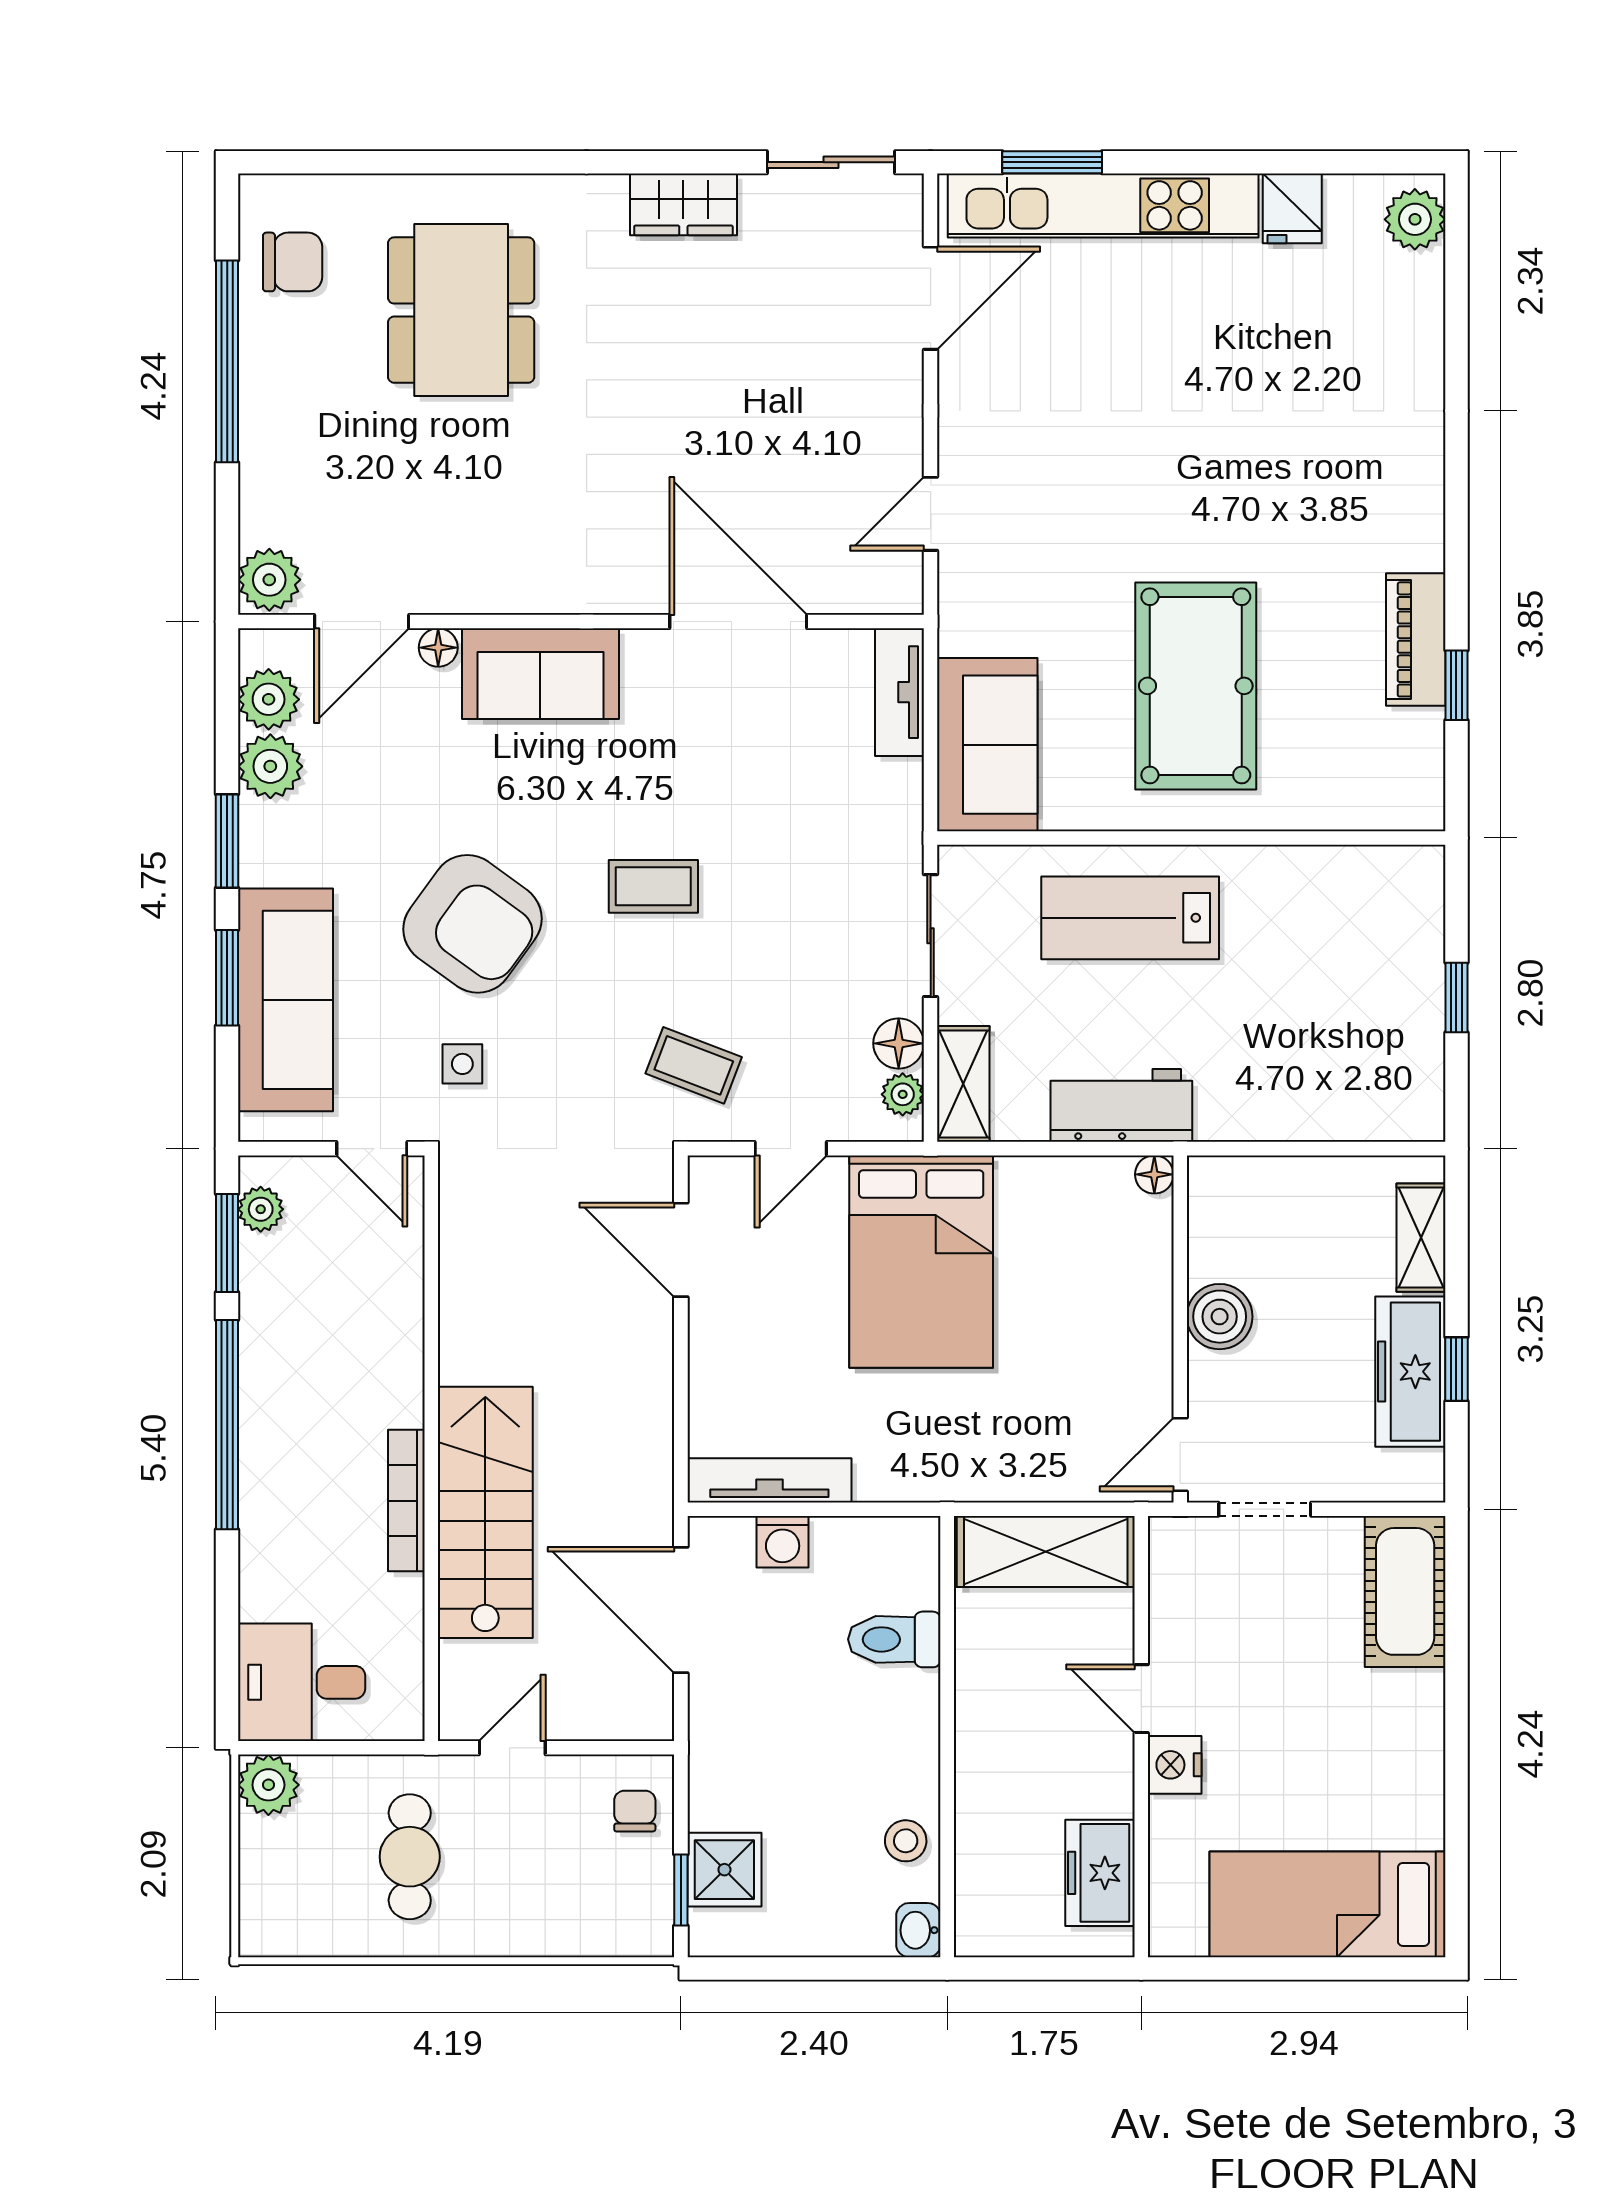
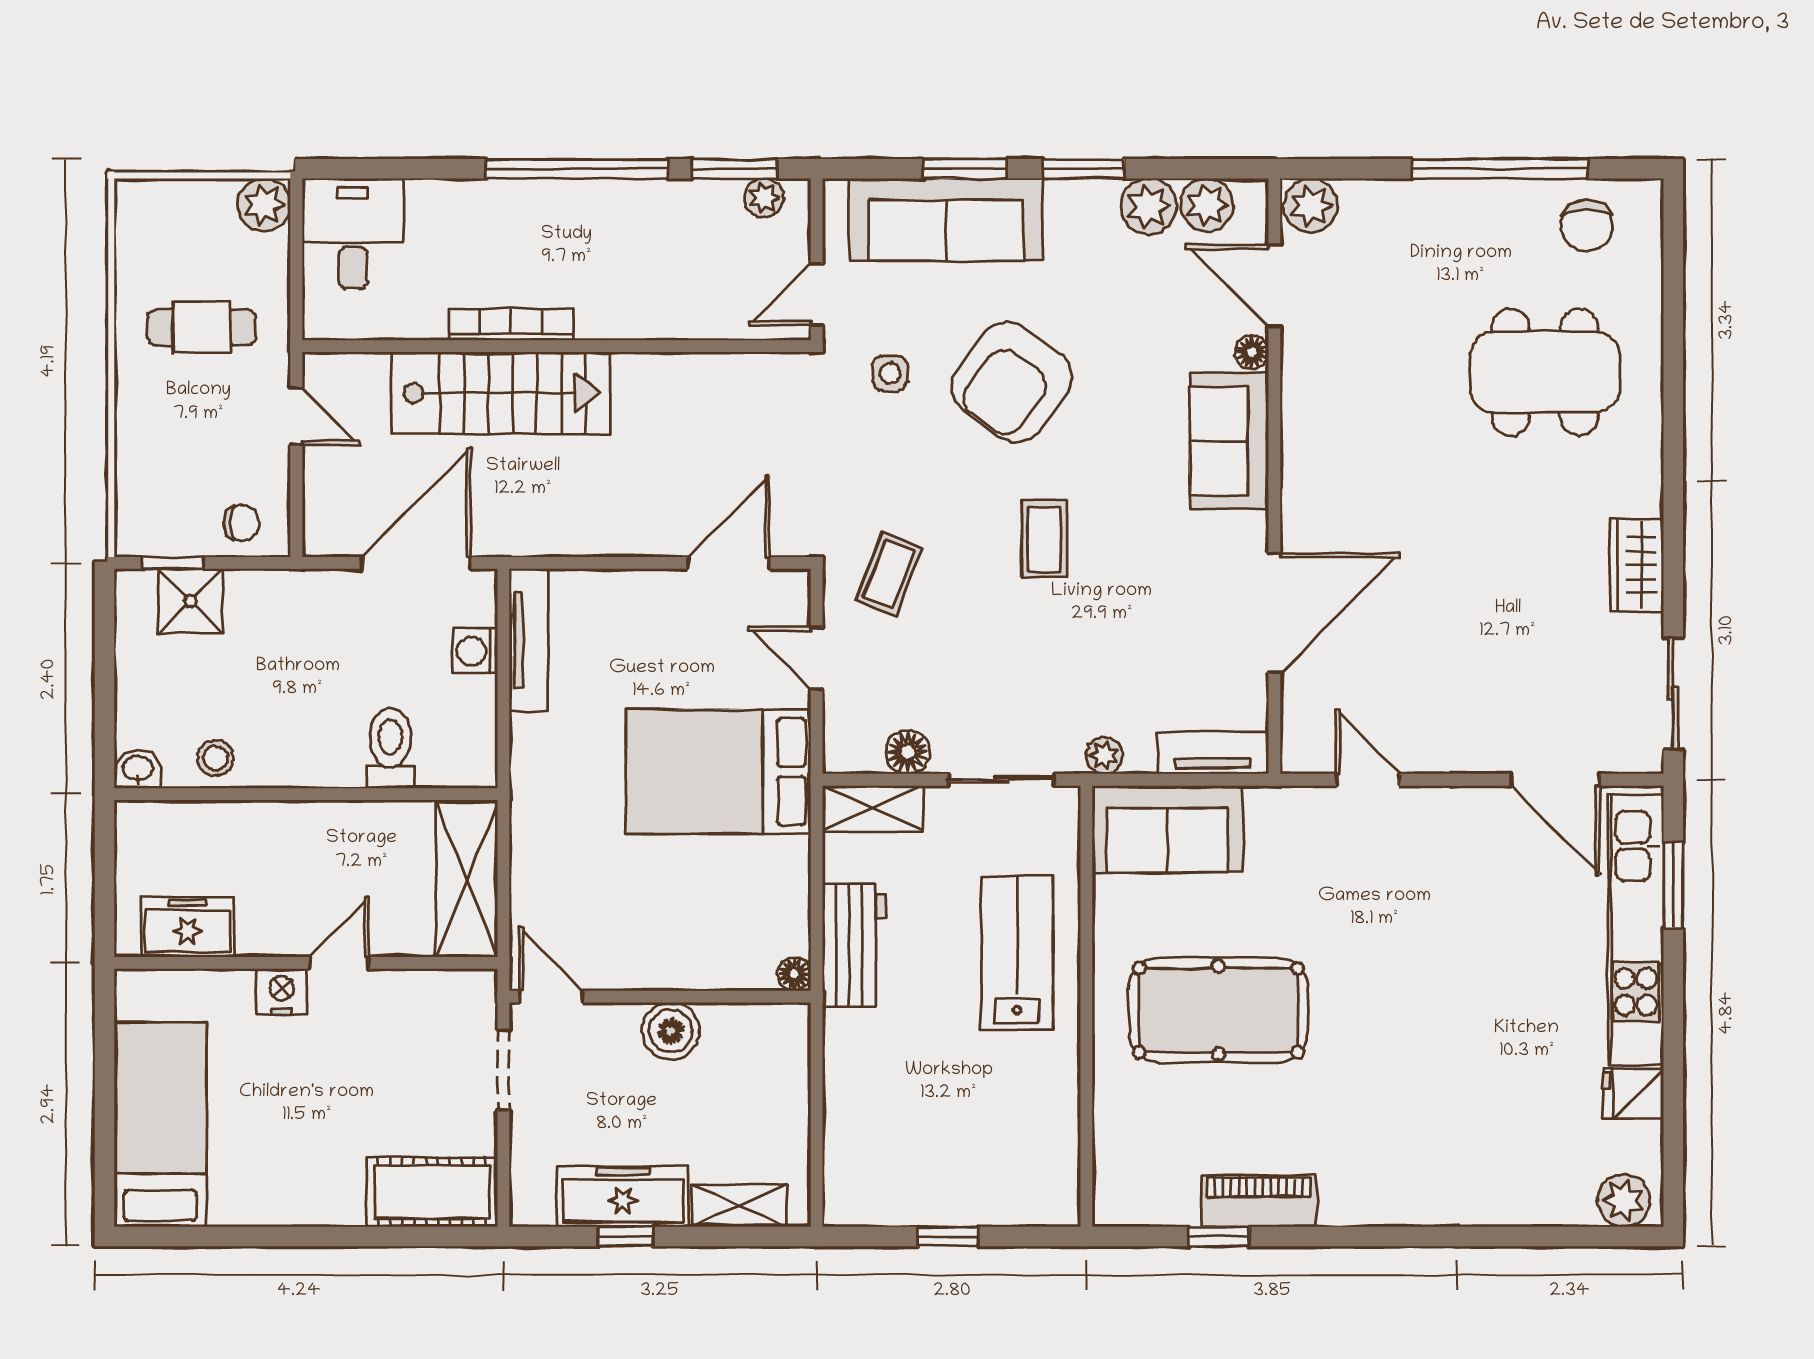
plant: (903, 1094) -> (1104, 756), moved

